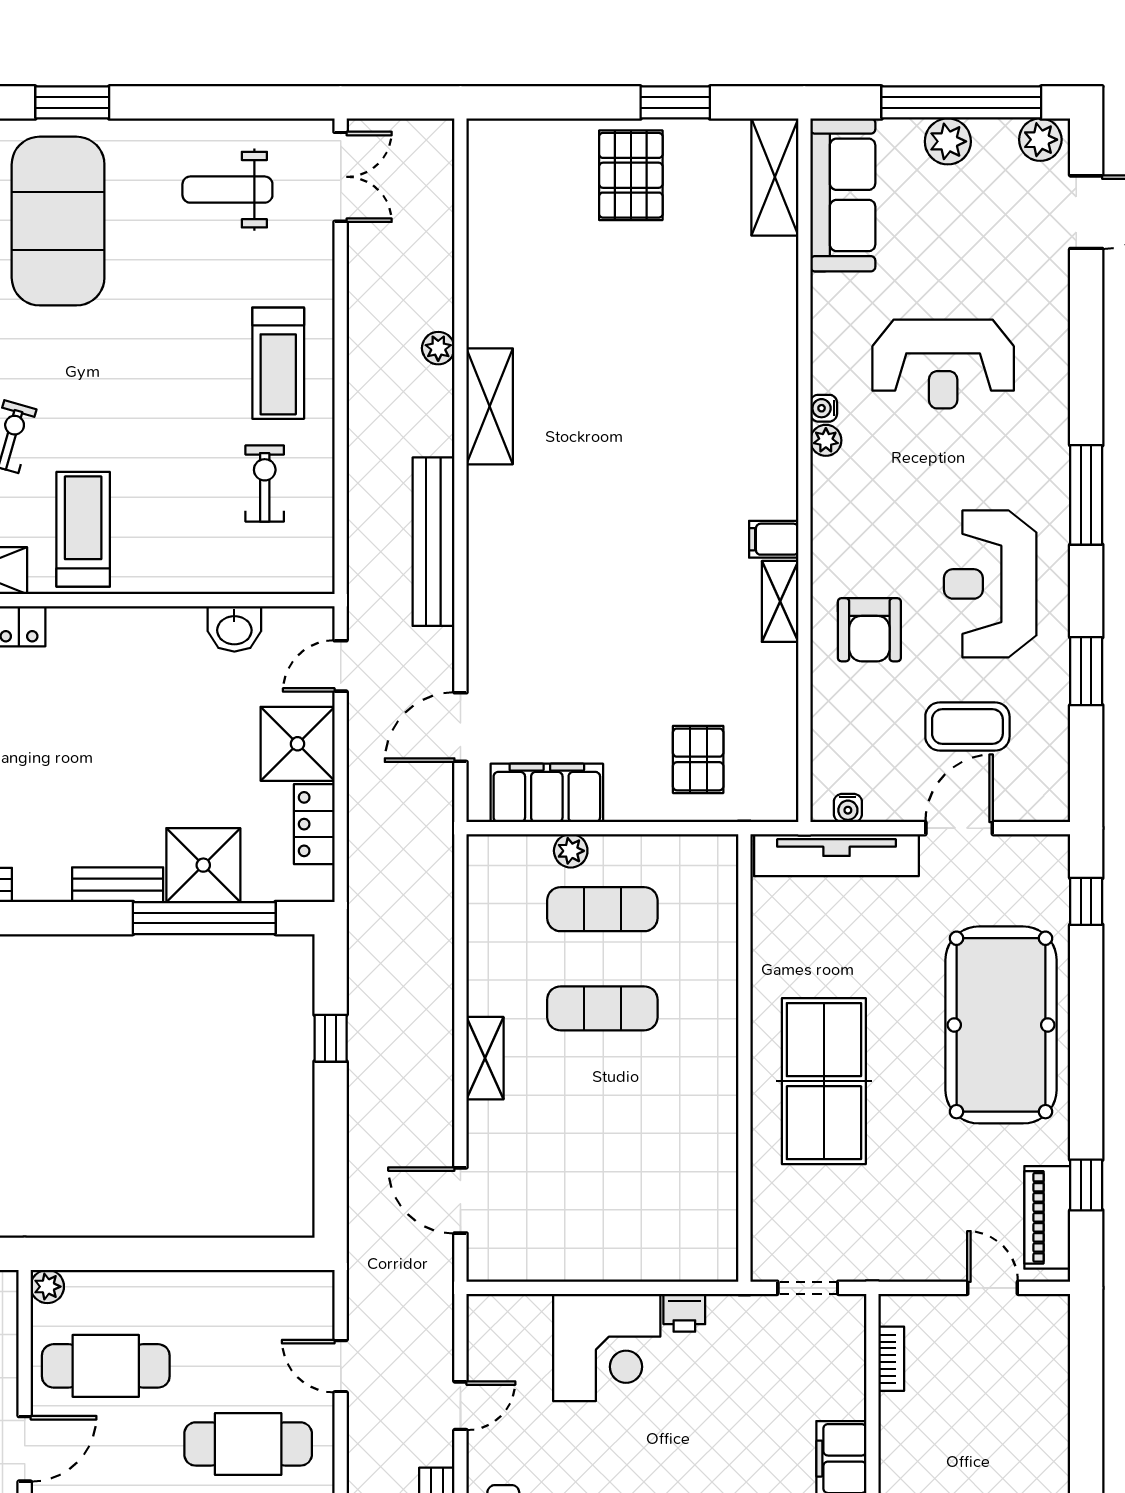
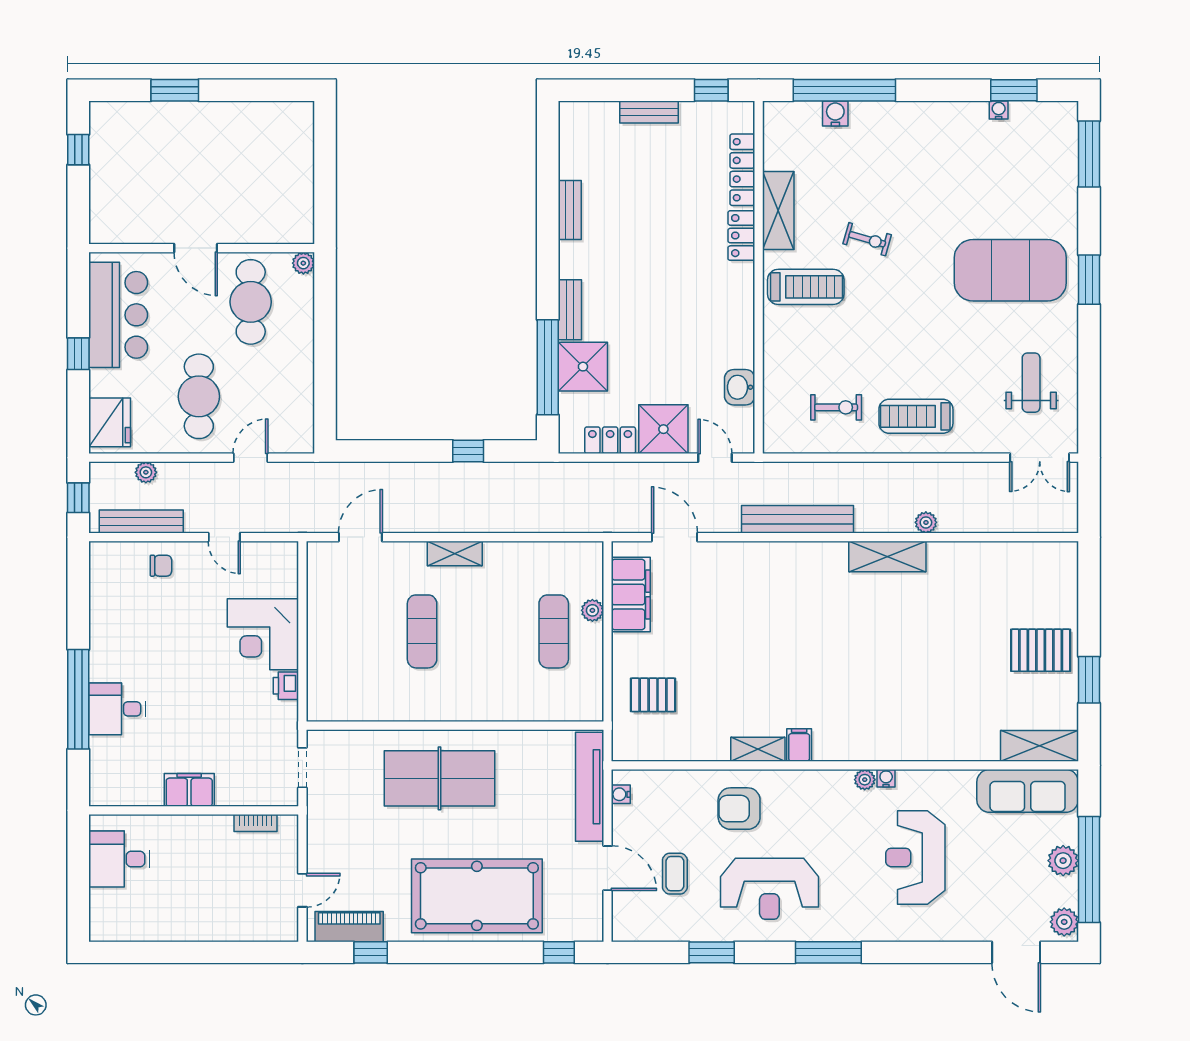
reception desk: (990, 584) -> (769, 889), turned 180
coffee table: (967, 727) -> (675, 874), width x0.73, depth x0.77
exercise mat: (602, 1008) -> (422, 631), moved

